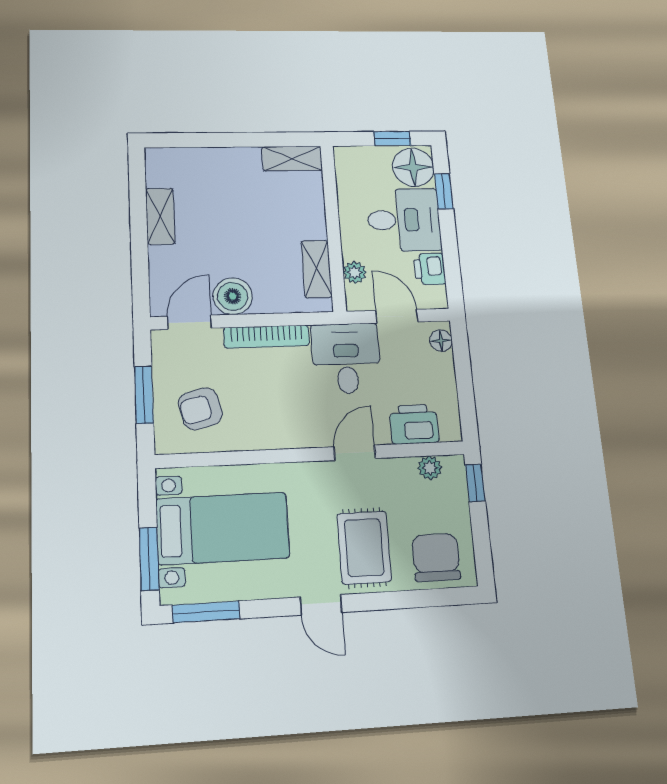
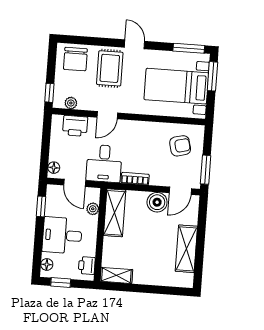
floor lamp: (413, 167) -> (47, 264), width x0.53, depth x0.53
window: (444, 191) -> (41, 206), moved
shelving: (160, 216) -> (186, 249), width x1.50, depth x1.33
shelving: (317, 269) -> (115, 213), width x1.50, depth x1.33
printer: (430, 269) -> (87, 266), moved, turned 180
bookcase: (267, 337) -> (135, 179), width x0.64
window: (144, 395) -> (206, 170), moved

